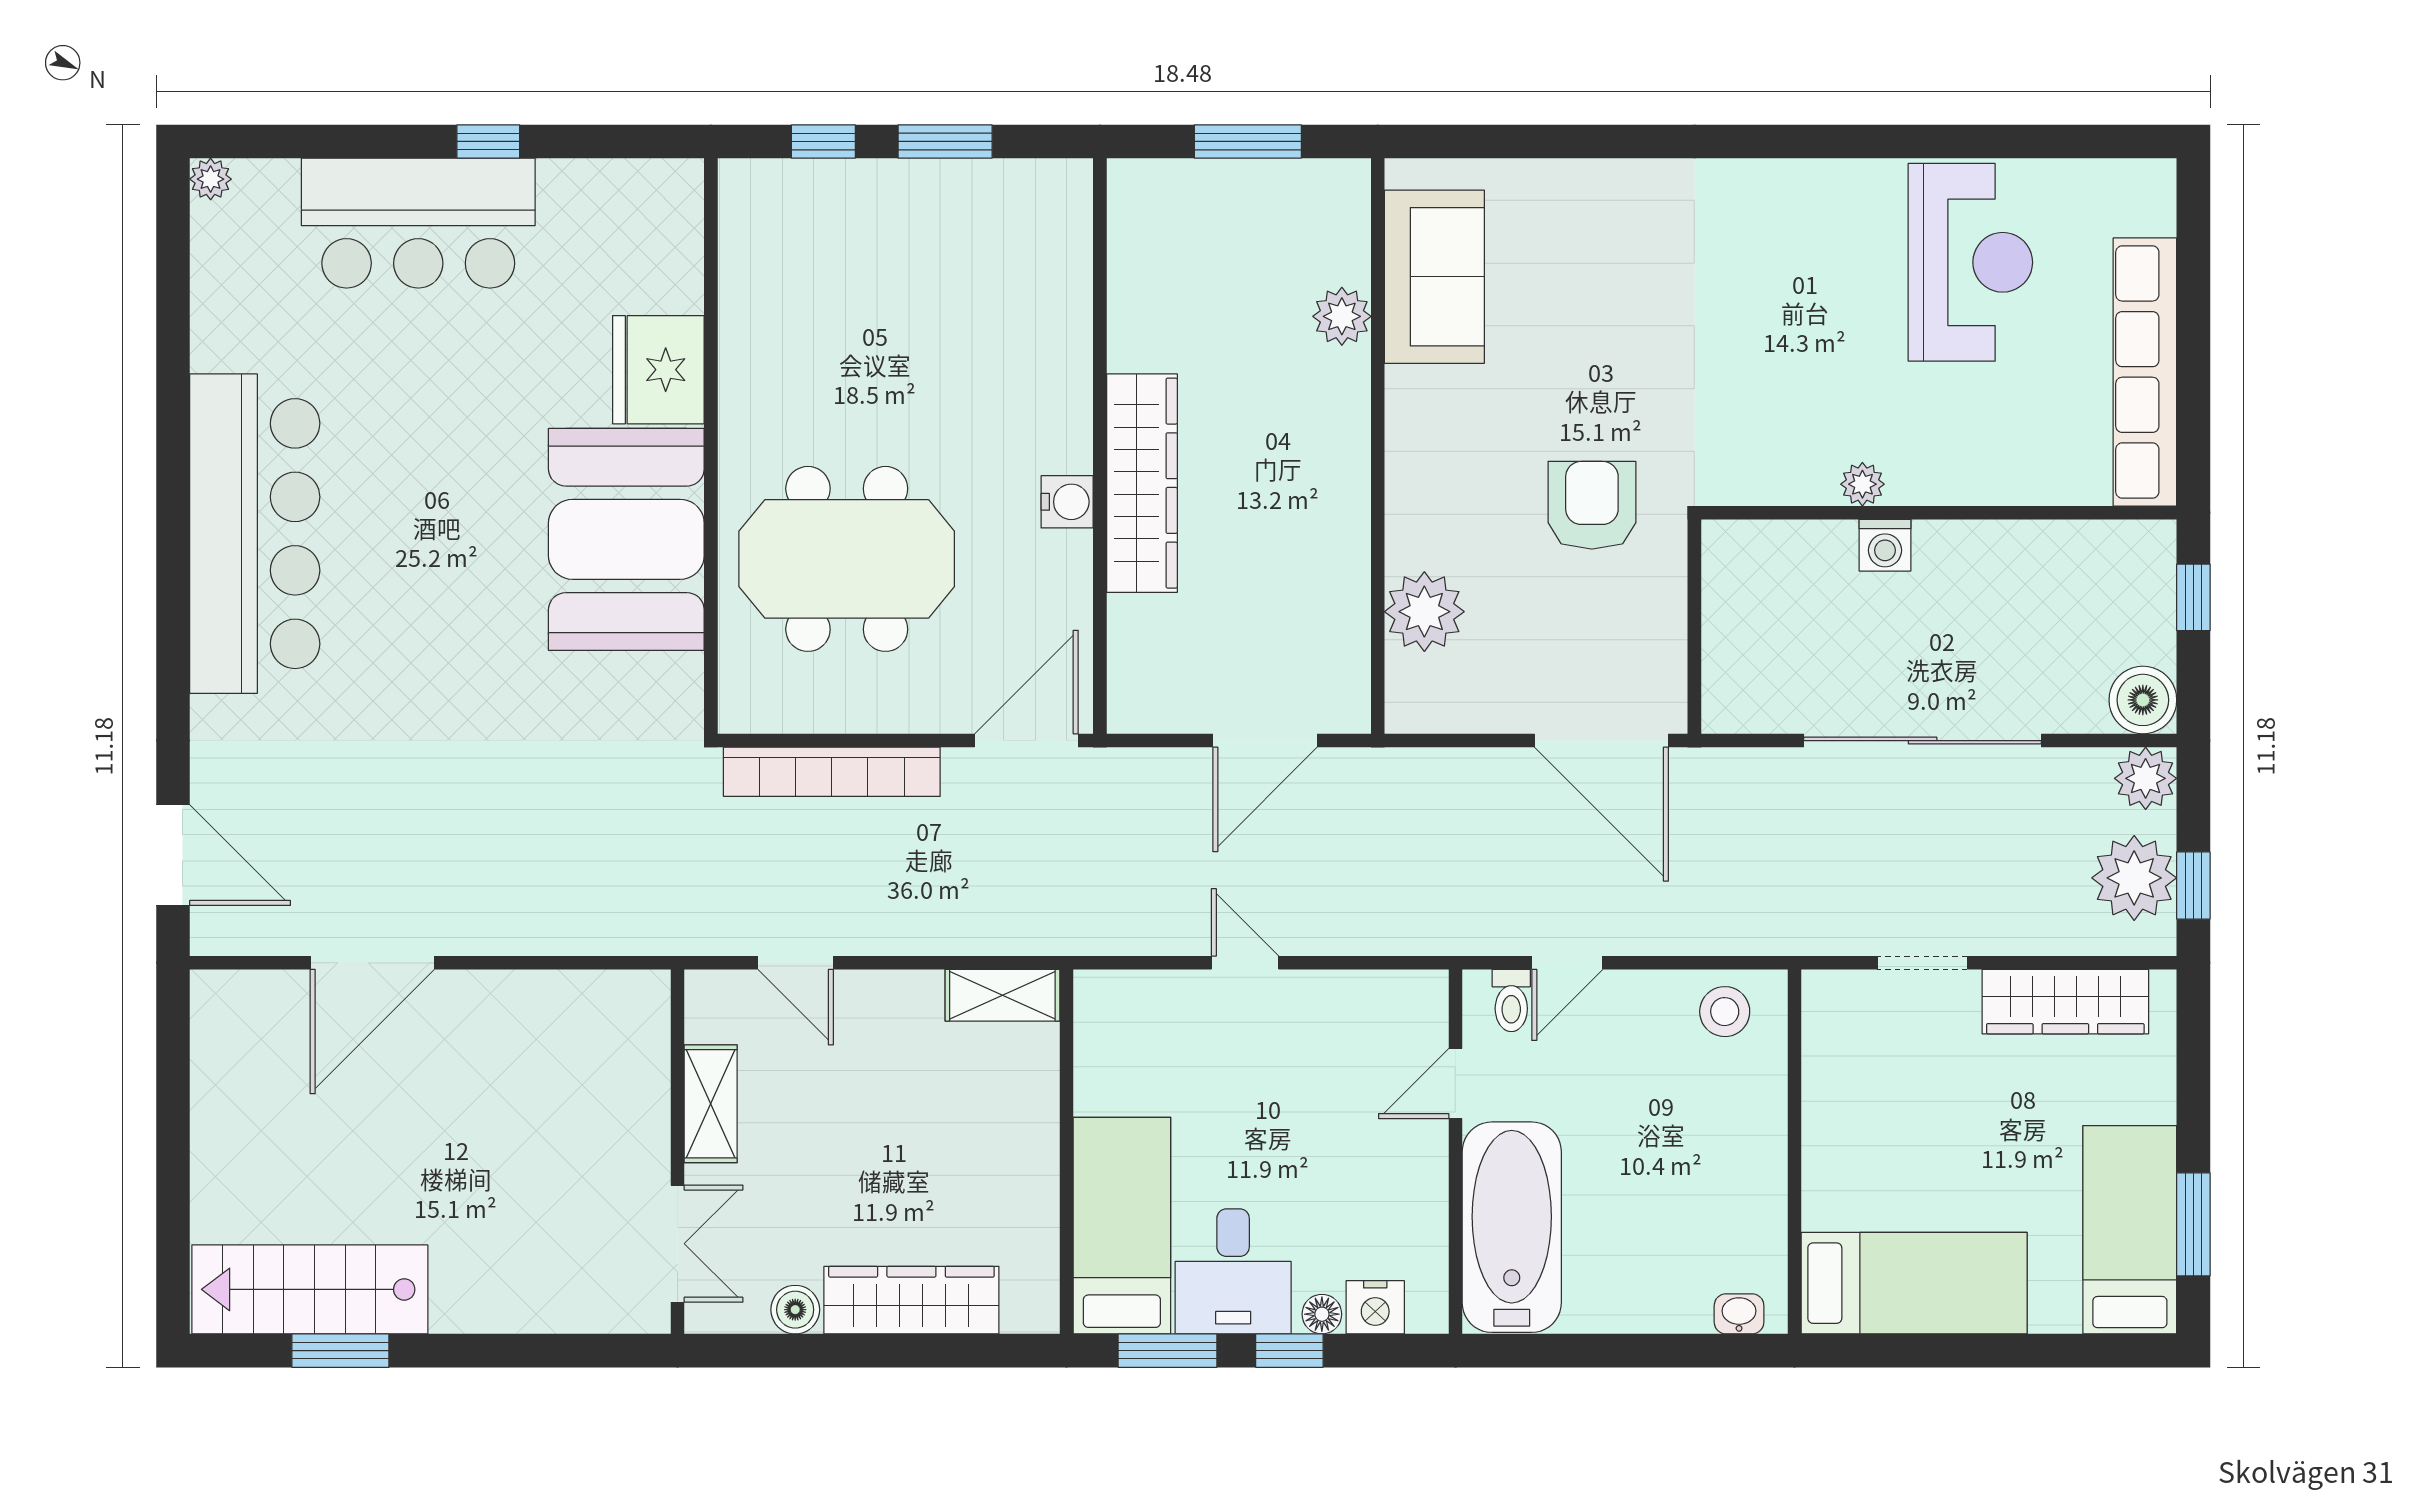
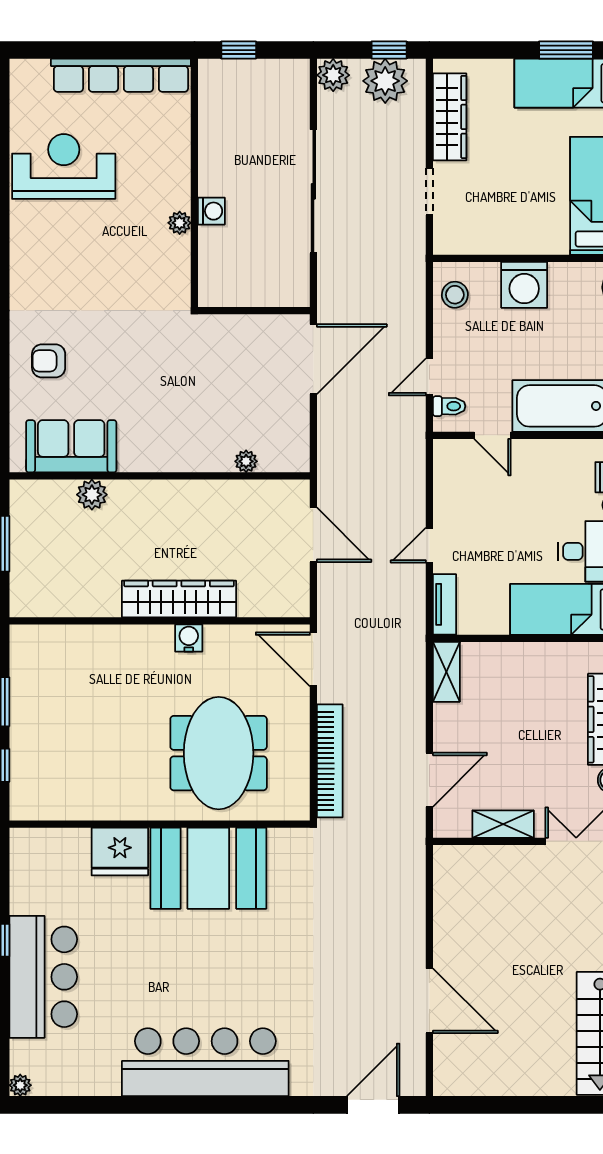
armchair: (1592, 505) -> (49, 361), moved, width x0.72, depth x0.72
plant: (1424, 612) -> (246, 461), width x0.53, depth x0.53
boiler: (2143, 700) -> (292, 76), removed
door: (796, 963) -> (429, 780), width x1.38
door: (1567, 963) -> (429, 377), swing flipped
tv unit: (1132, 992) -> (444, 604), added
washing machine: (1744, 1144) -> (524, 285), added

